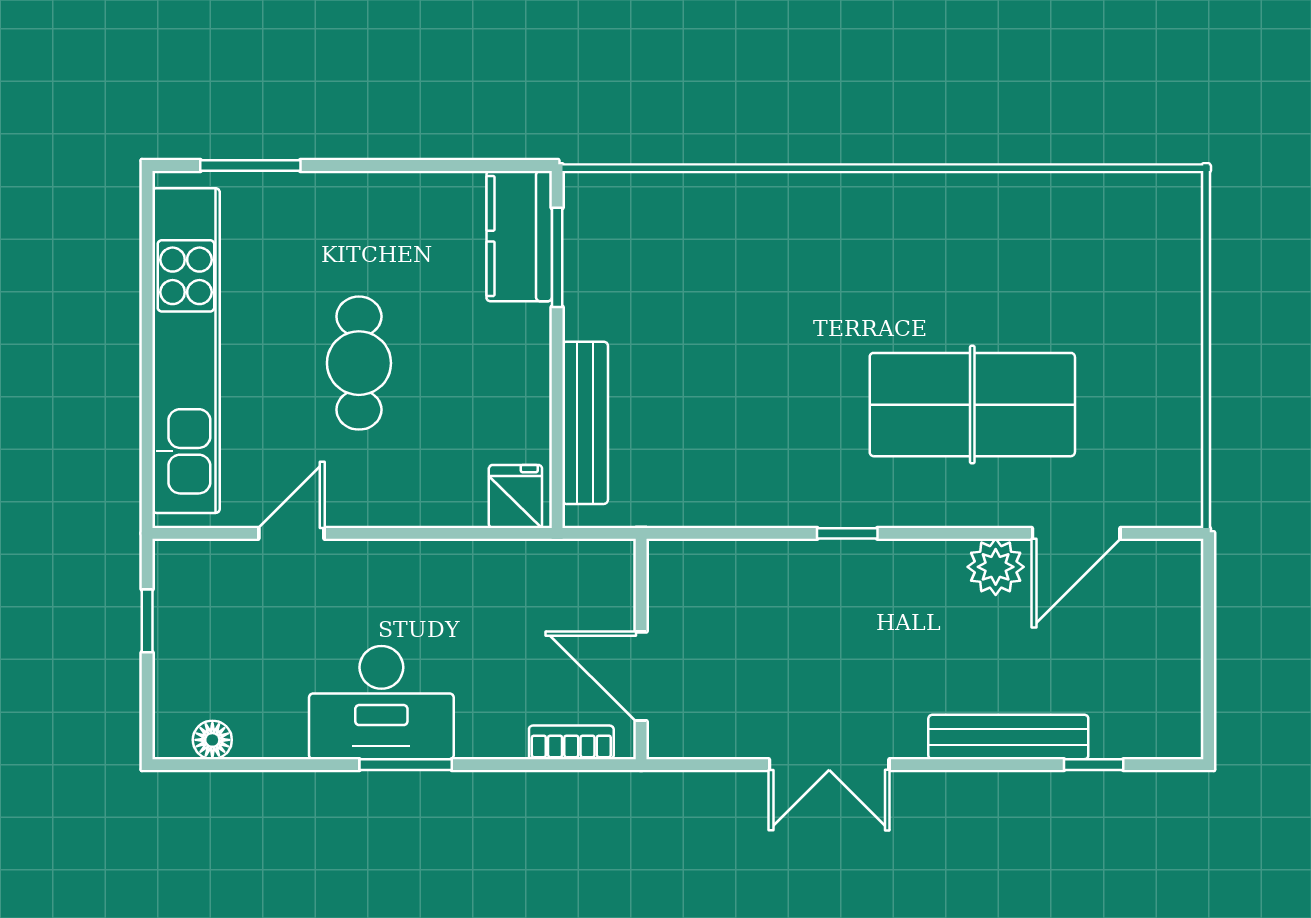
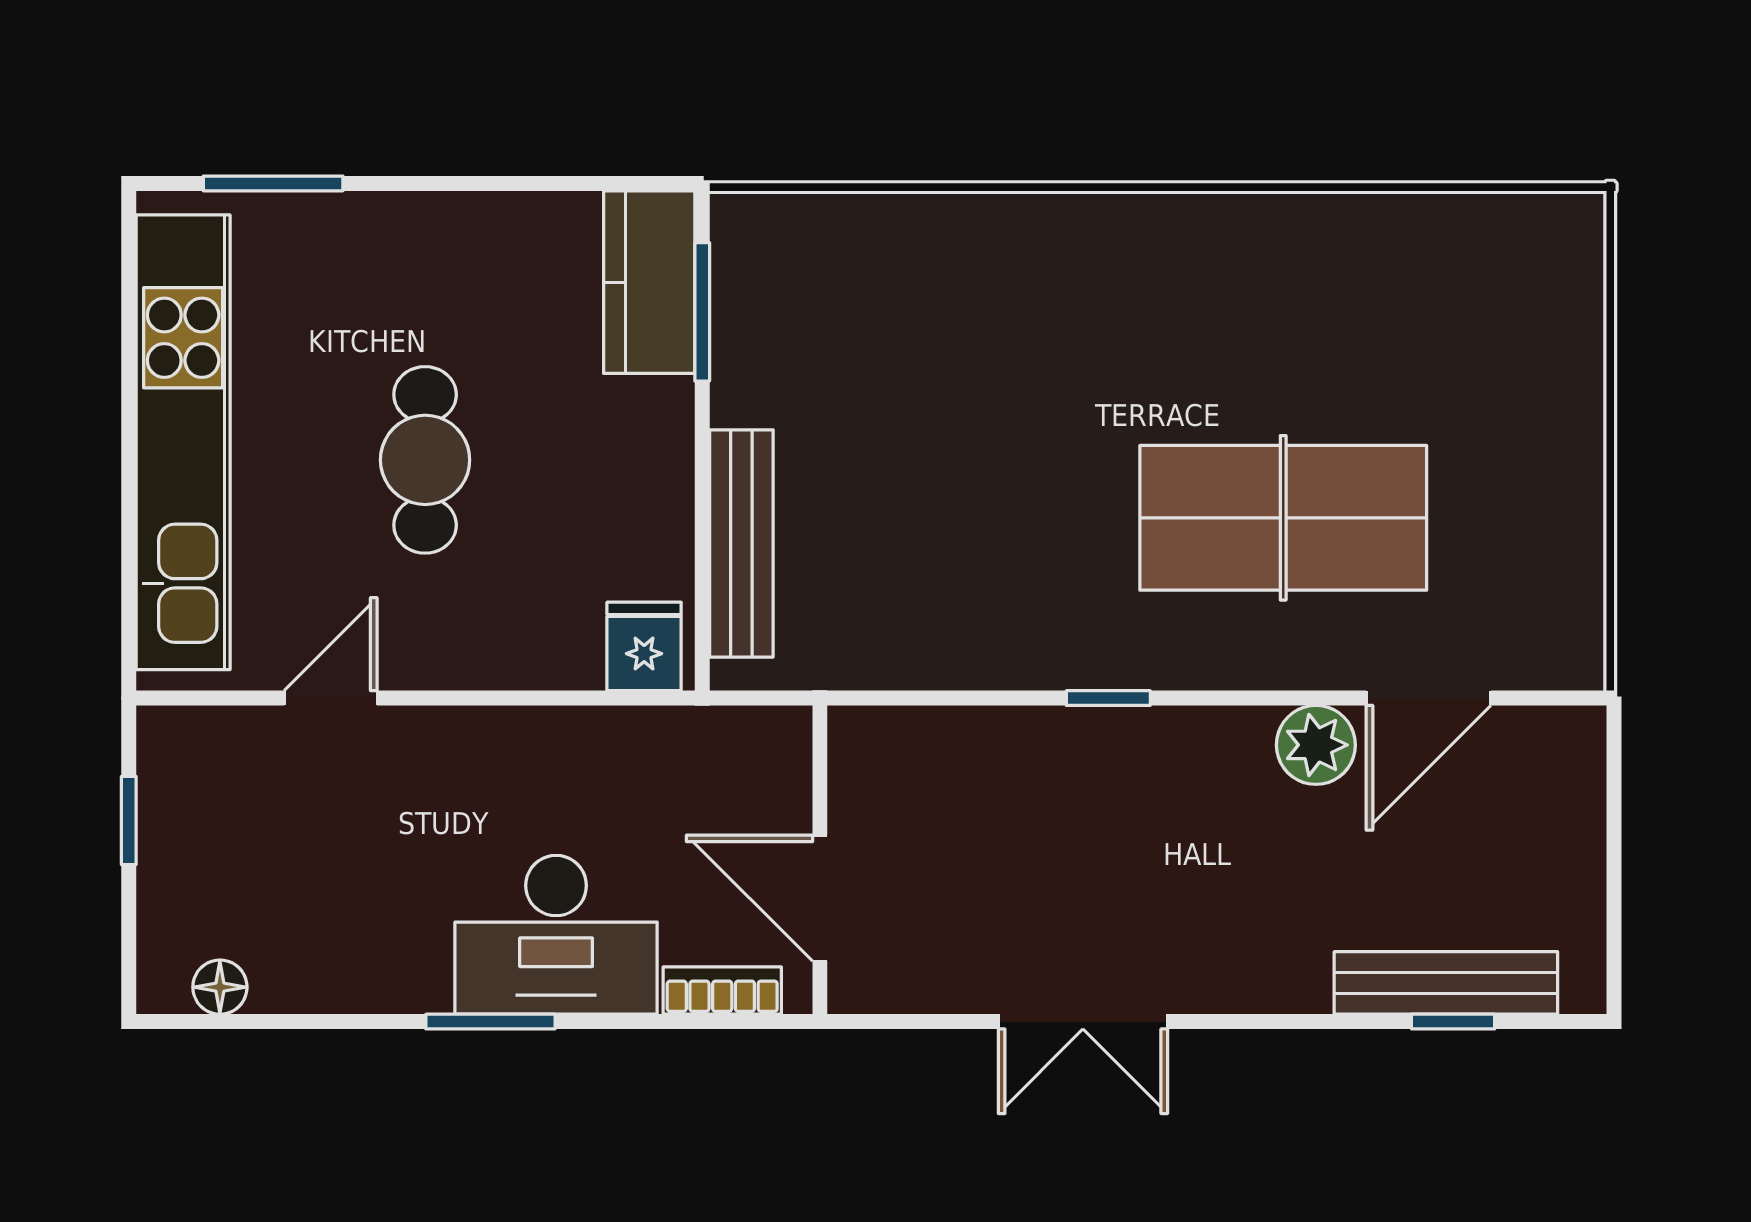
desk: (381, 703) -> (556, 935), moved
bench: (1008, 737) -> (1446, 983), moved

